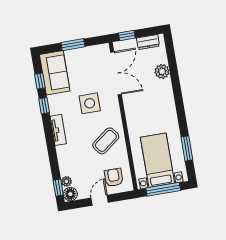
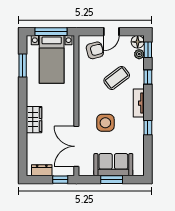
plant: (162, 71) -> (33, 141), removed
sofa: (55, 73) -> (113, 165), moved, turned 90
window: (40, 81) -> (148, 77), moved
wardrobe: (165, 94) -> (34, 120), added
coffee table: (106, 141) -> (117, 78), moved
armchair: (114, 177) -> (95, 50), turned -105

